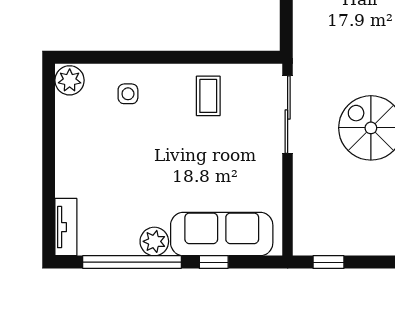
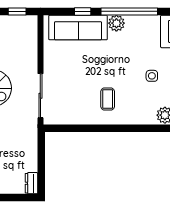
side table: (128, 94) -> (152, 76), moved
coffee table: (208, 96) -> (108, 99), moved

